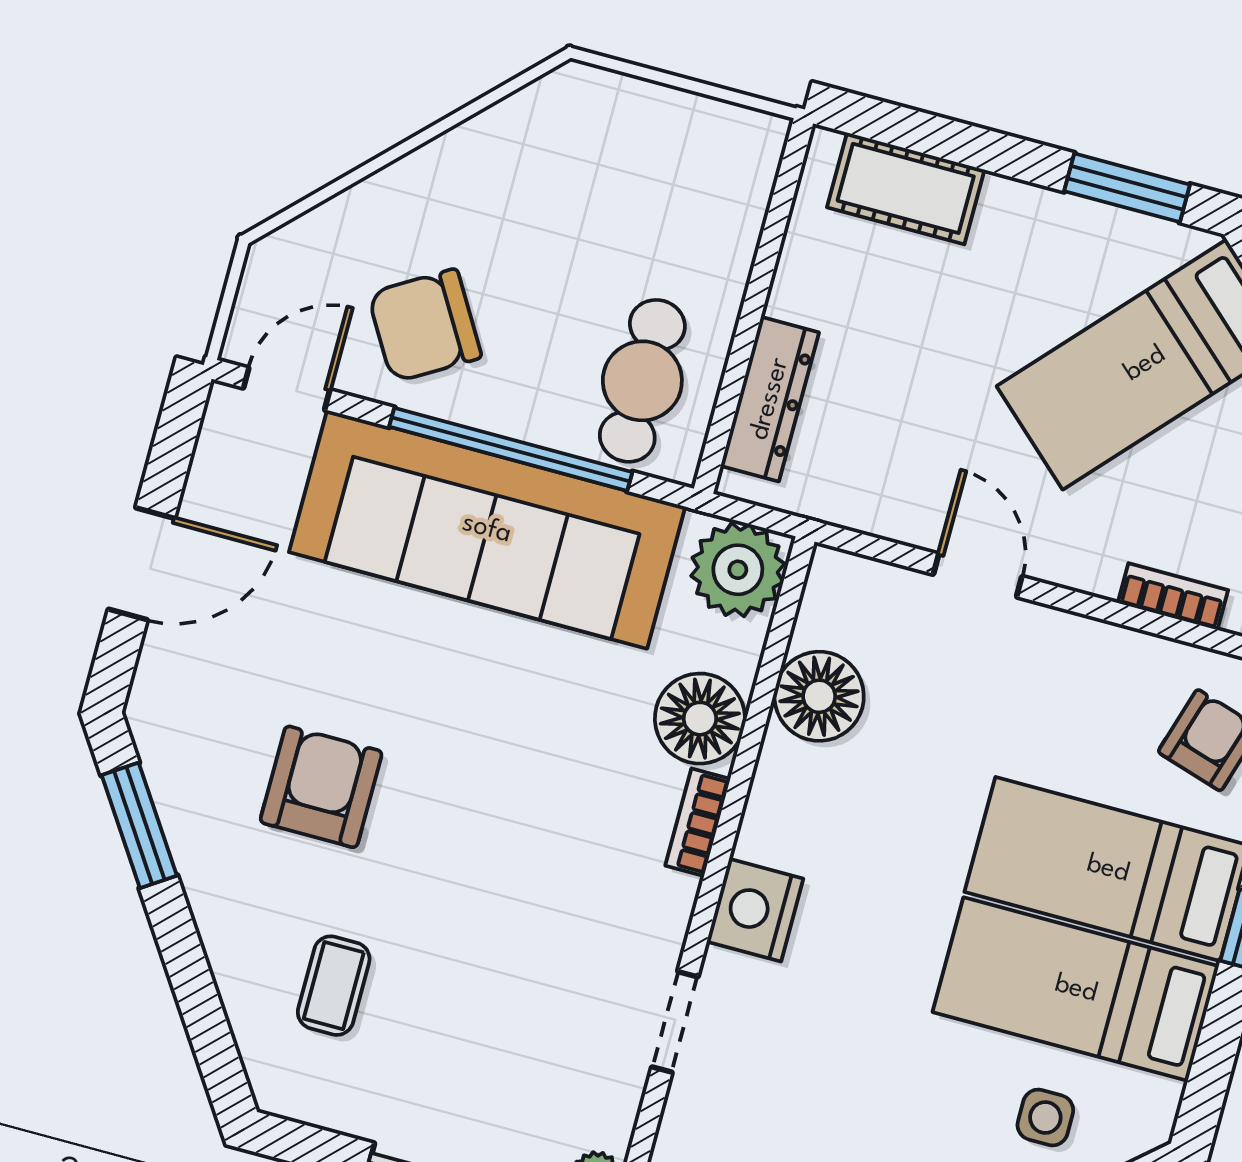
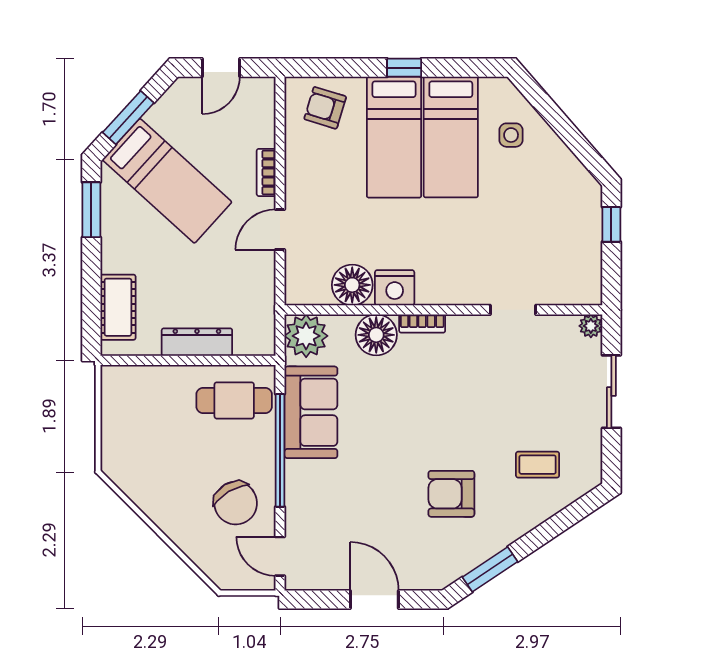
dresser: (770, 399) -> (197, 342), moved
sofa: (487, 529) -> (311, 412), width x0.54, depth x0.79
bookcase: (1173, 597) -> (266, 172), moved
nightstand: (755, 910) -> (395, 288), moved

